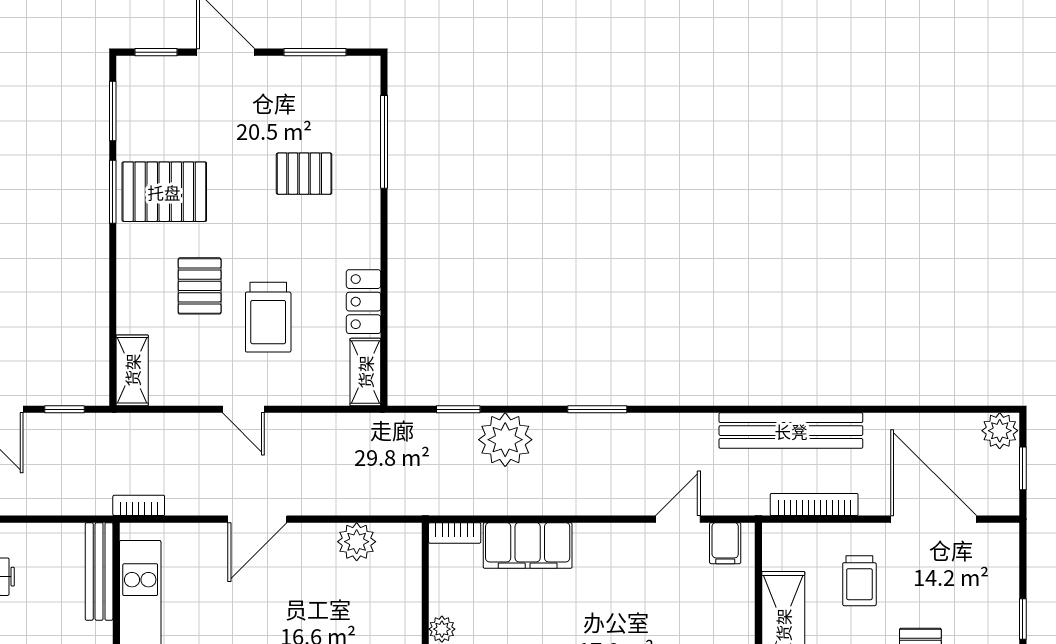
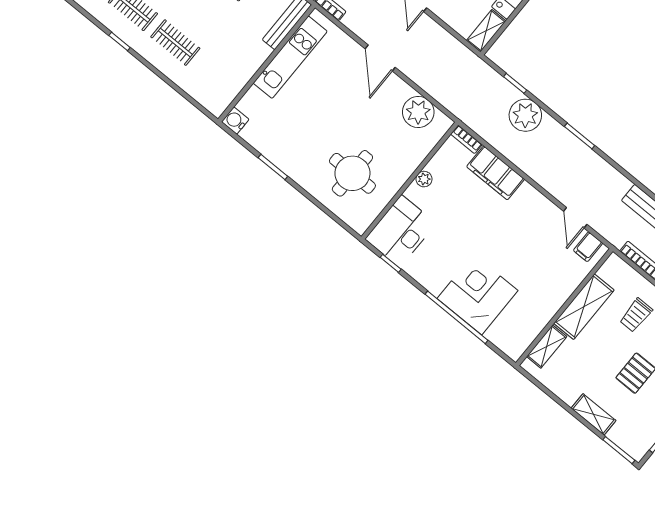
door: (257, 519) -> (380, 58), hinge flipped
door: (678, 519) -> (575, 218), swing flipped
plant: (357, 542) -> (418, 112), width x1.36, depth x1.36

